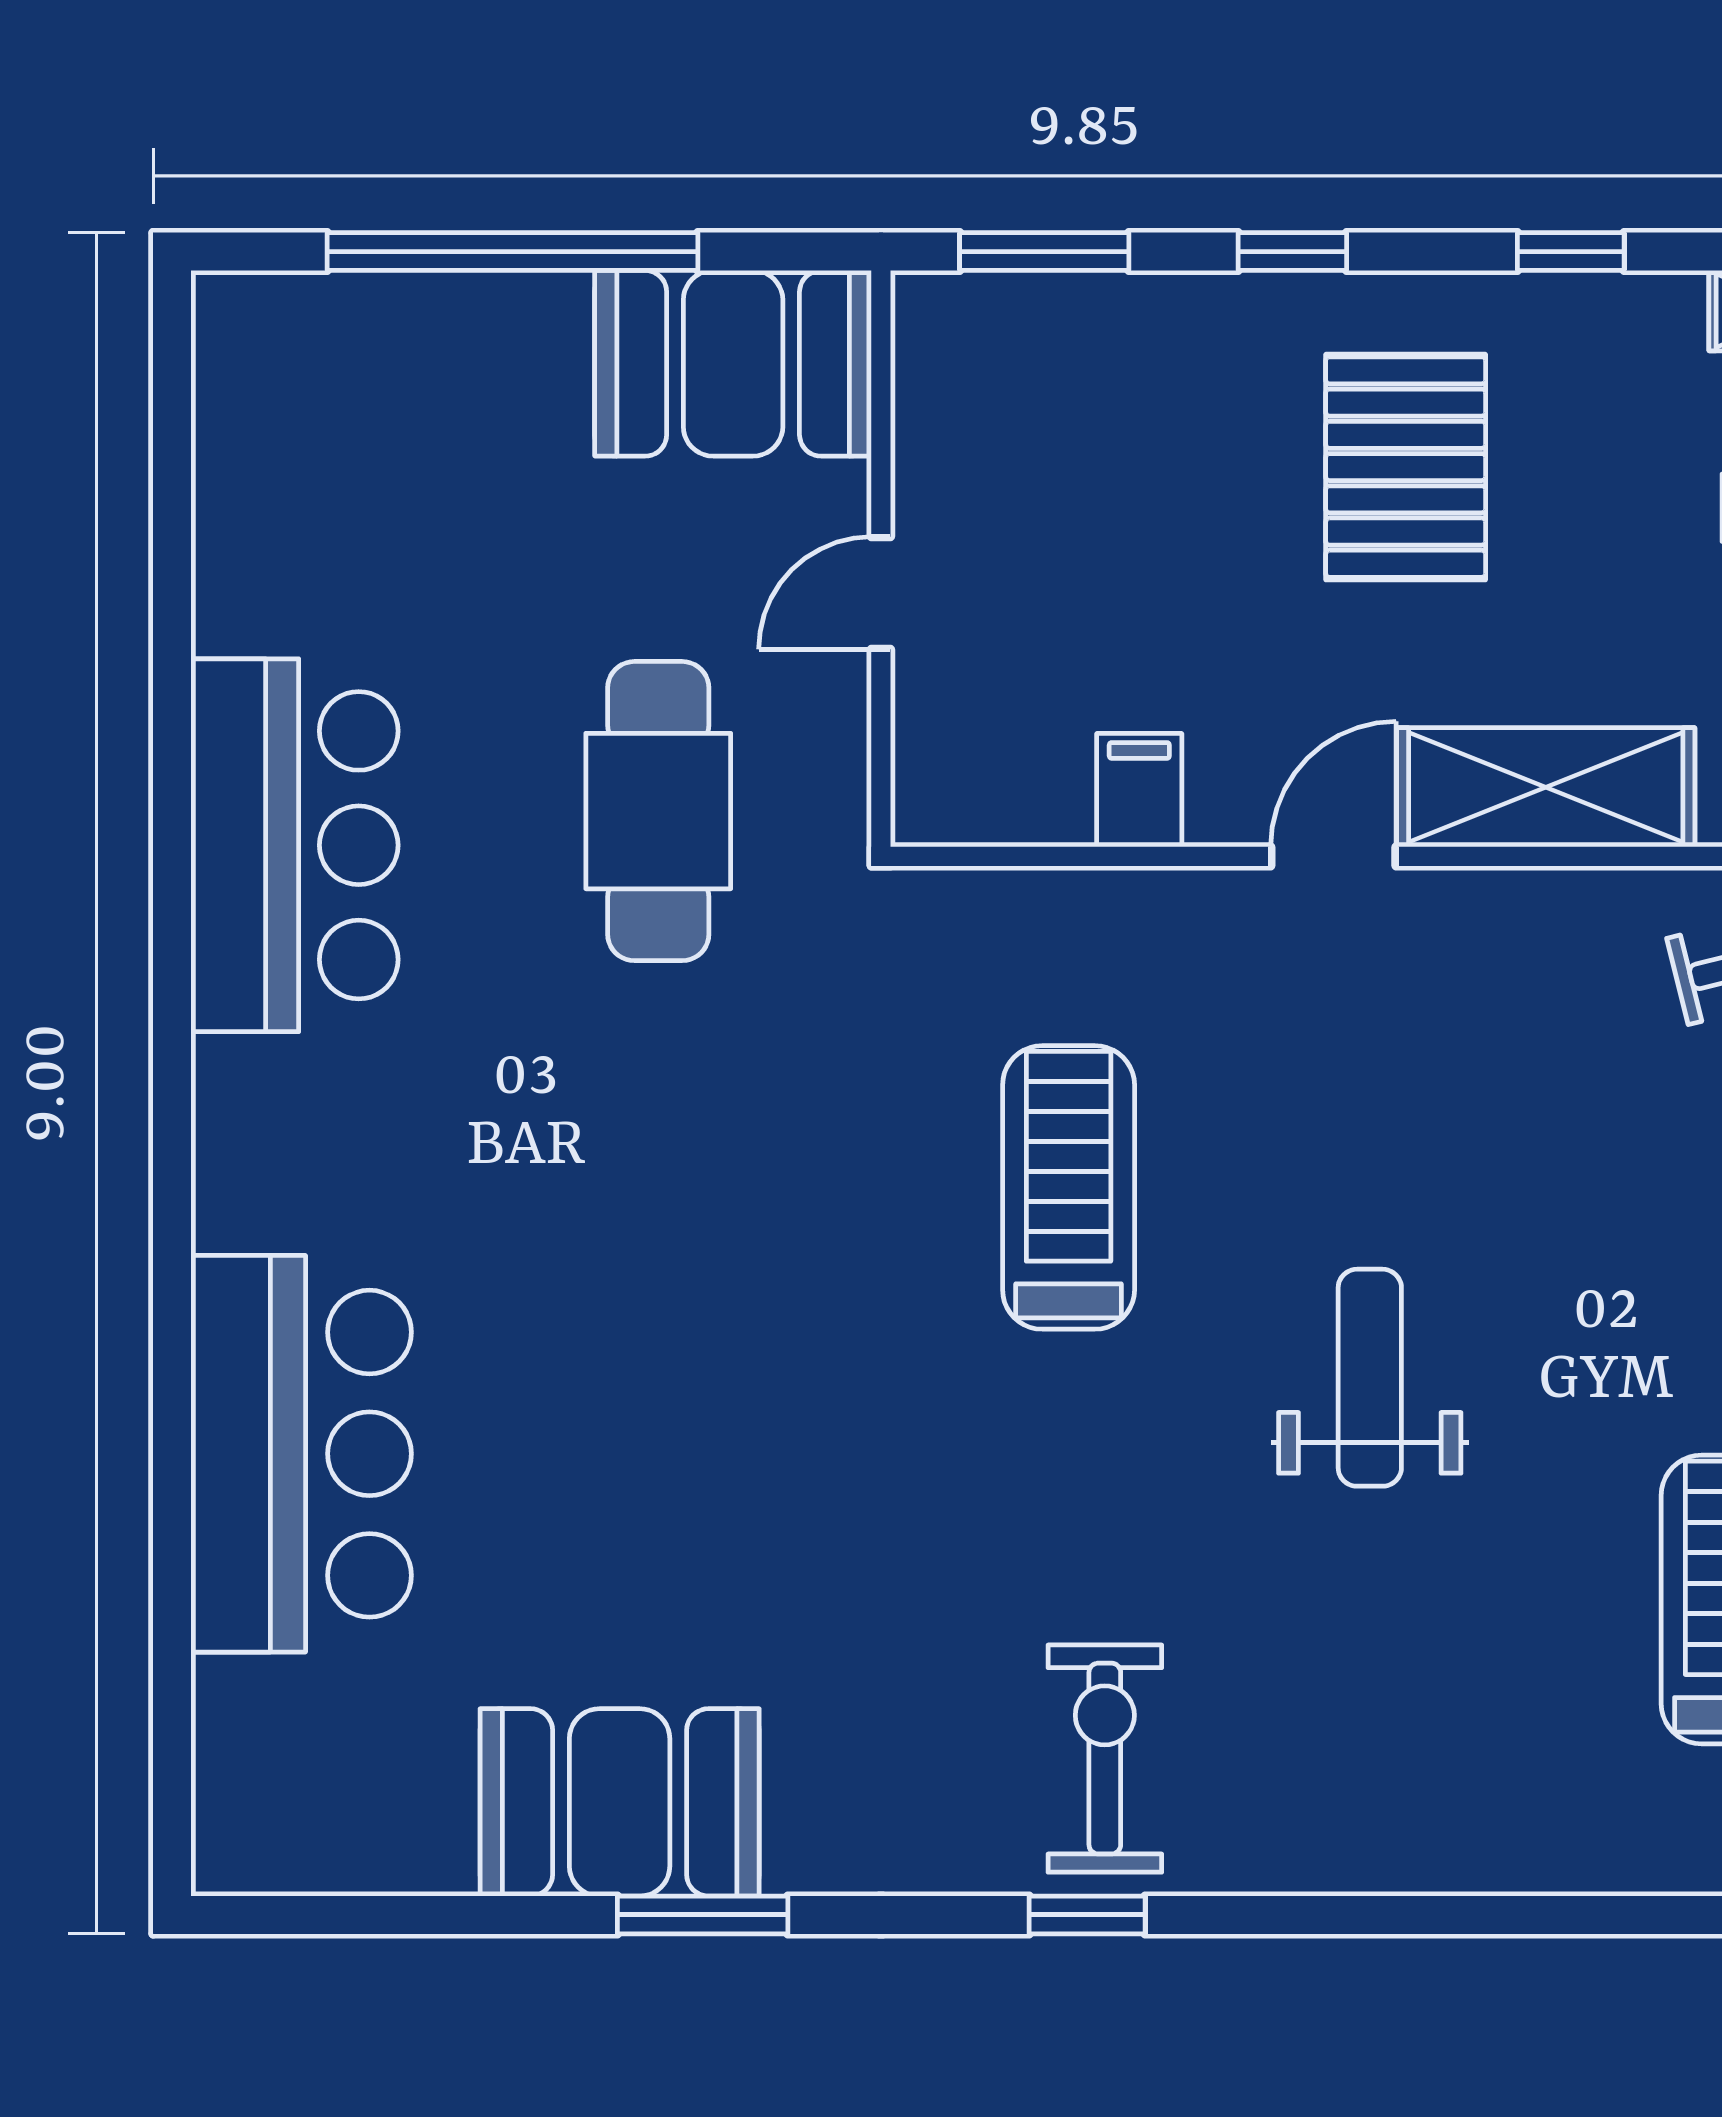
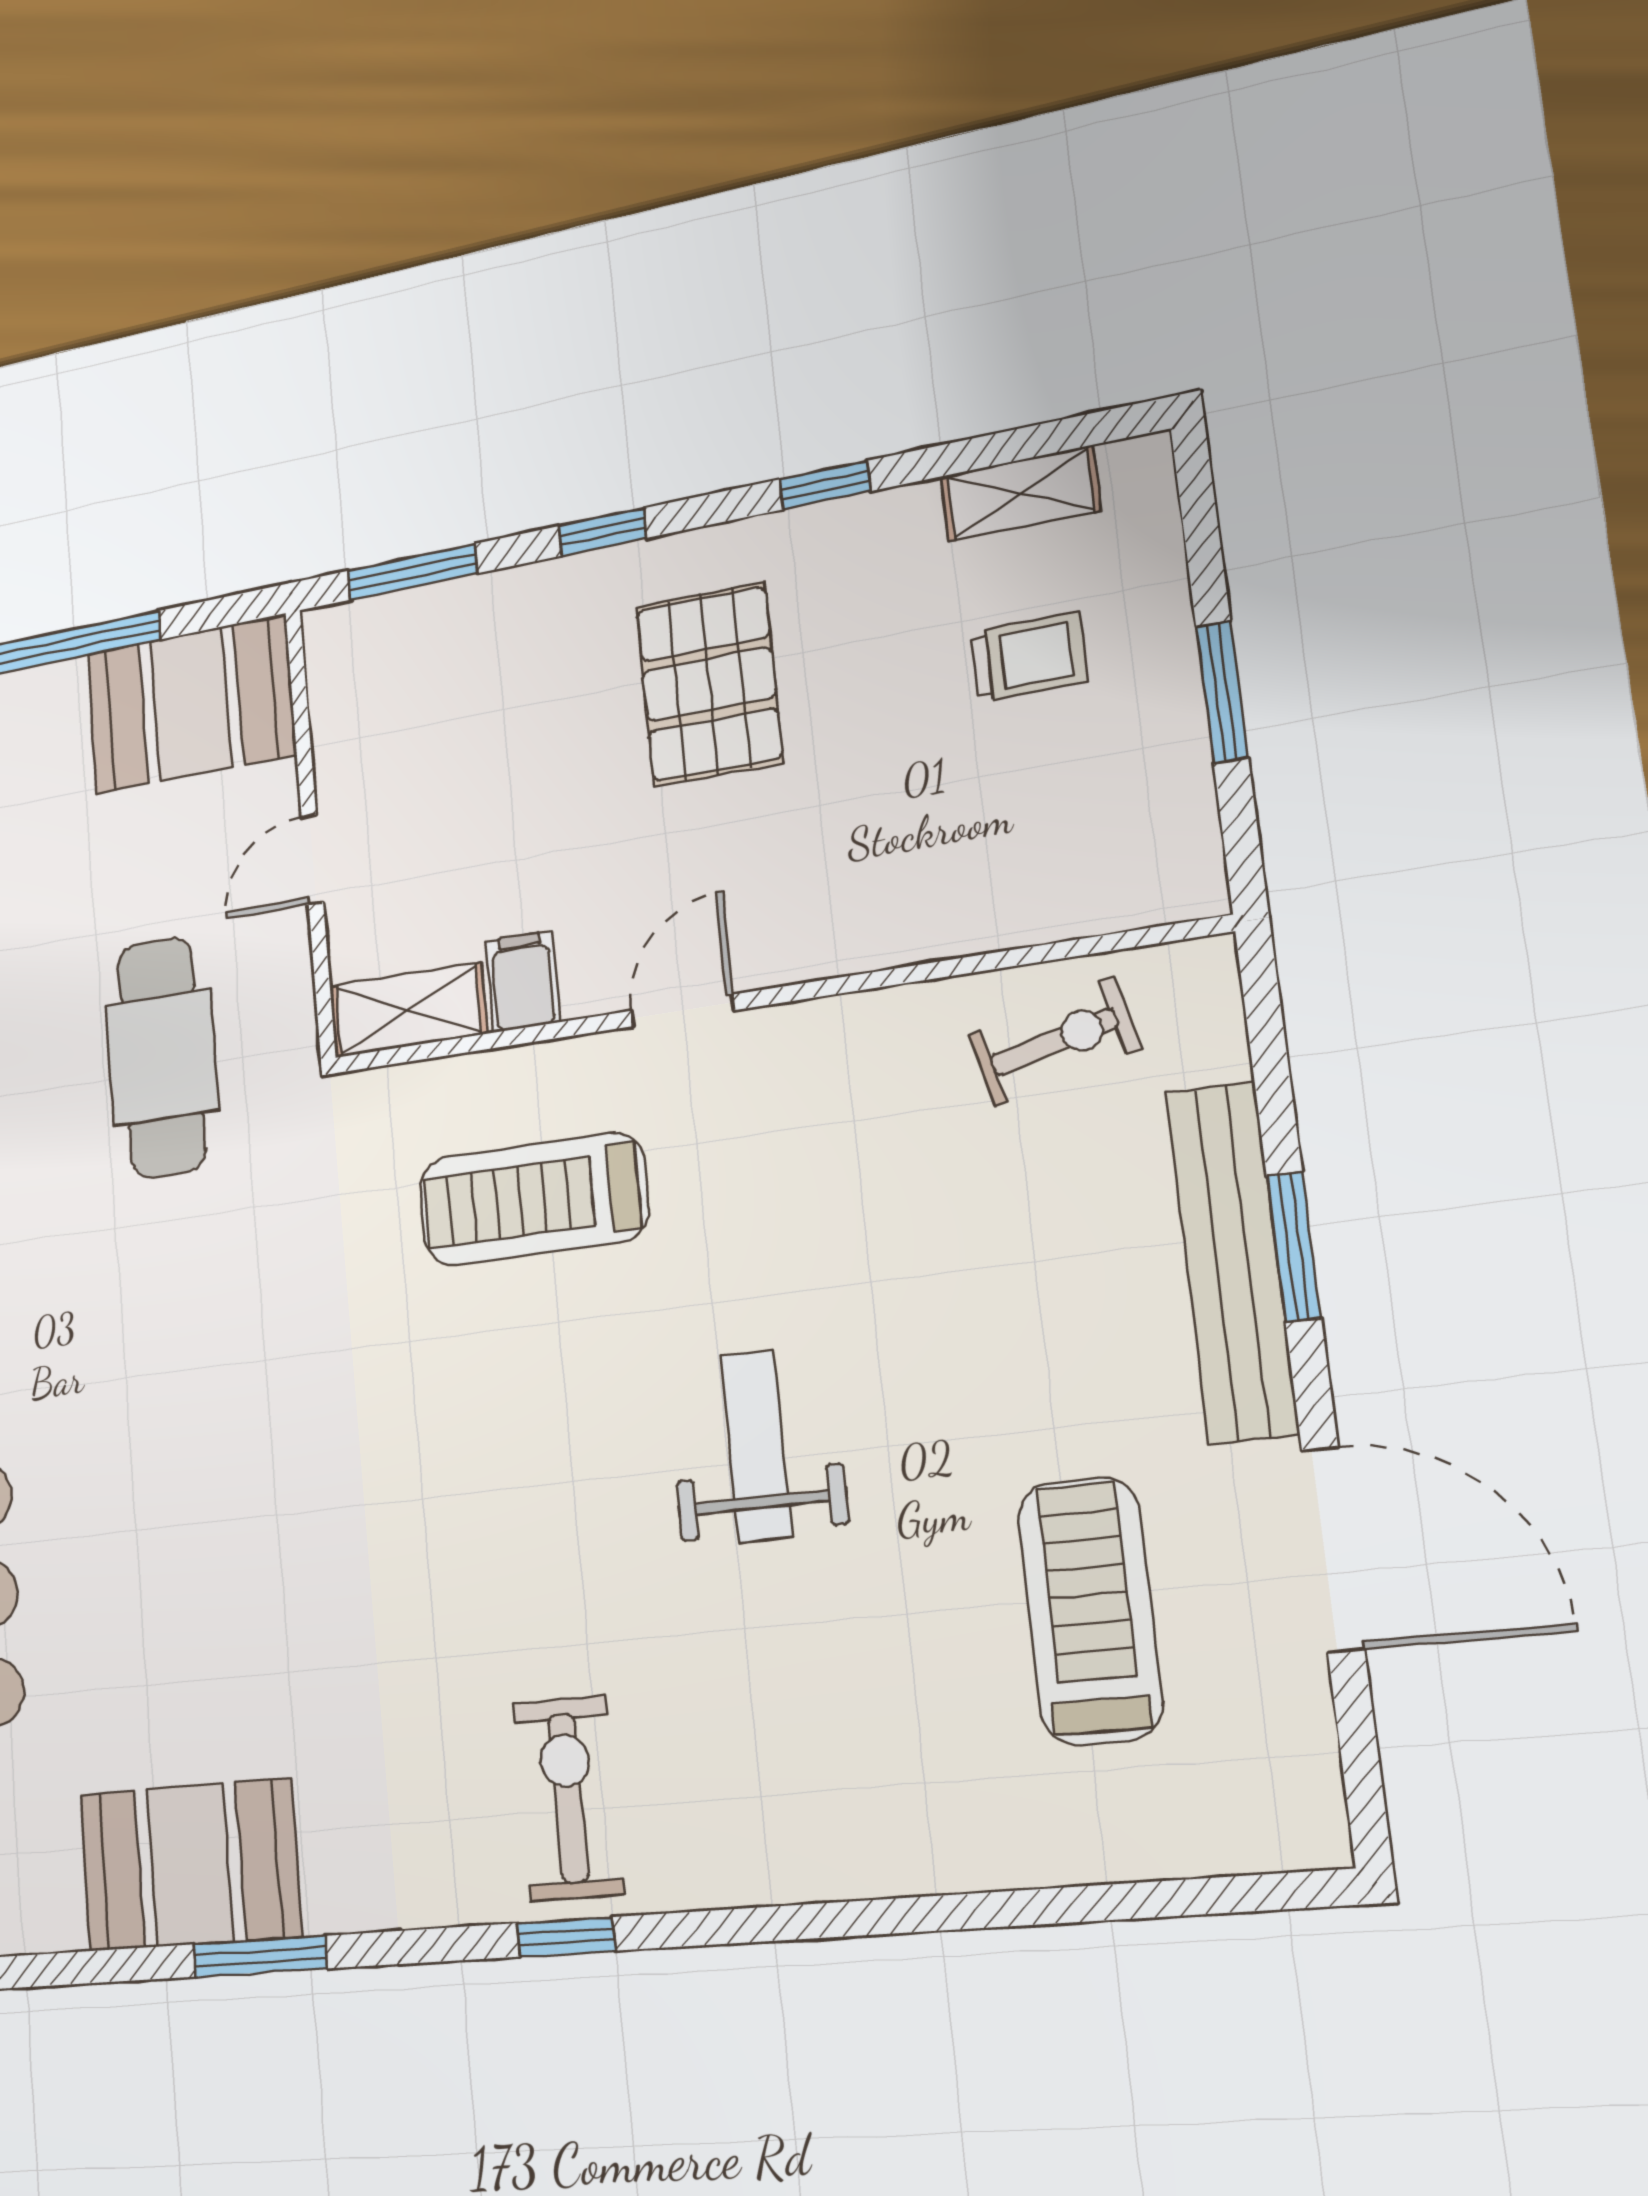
shelving: (1546, 787) -> (408, 1010), moved, width x0.67, depth x0.75
treadmill: (1069, 1187) -> (533, 1199), moved, turned -90

